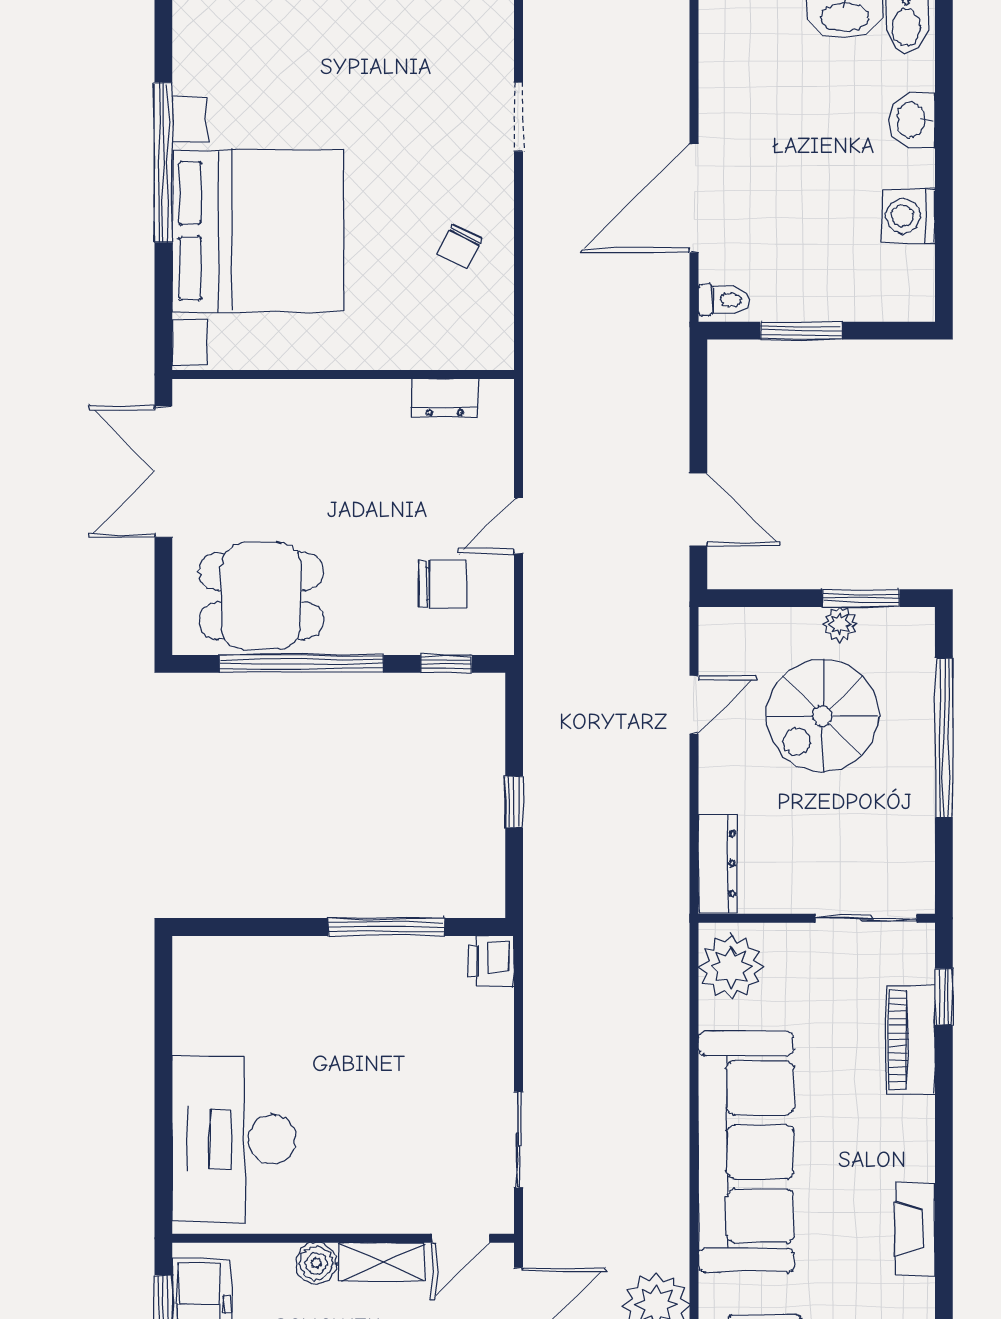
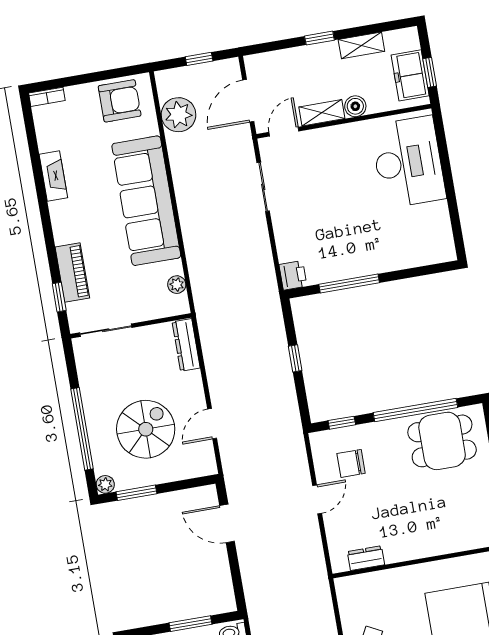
plant: (840, 624) -> (105, 484), moved
plant: (731, 967) -> (177, 285), width x0.53, depth x0.53

